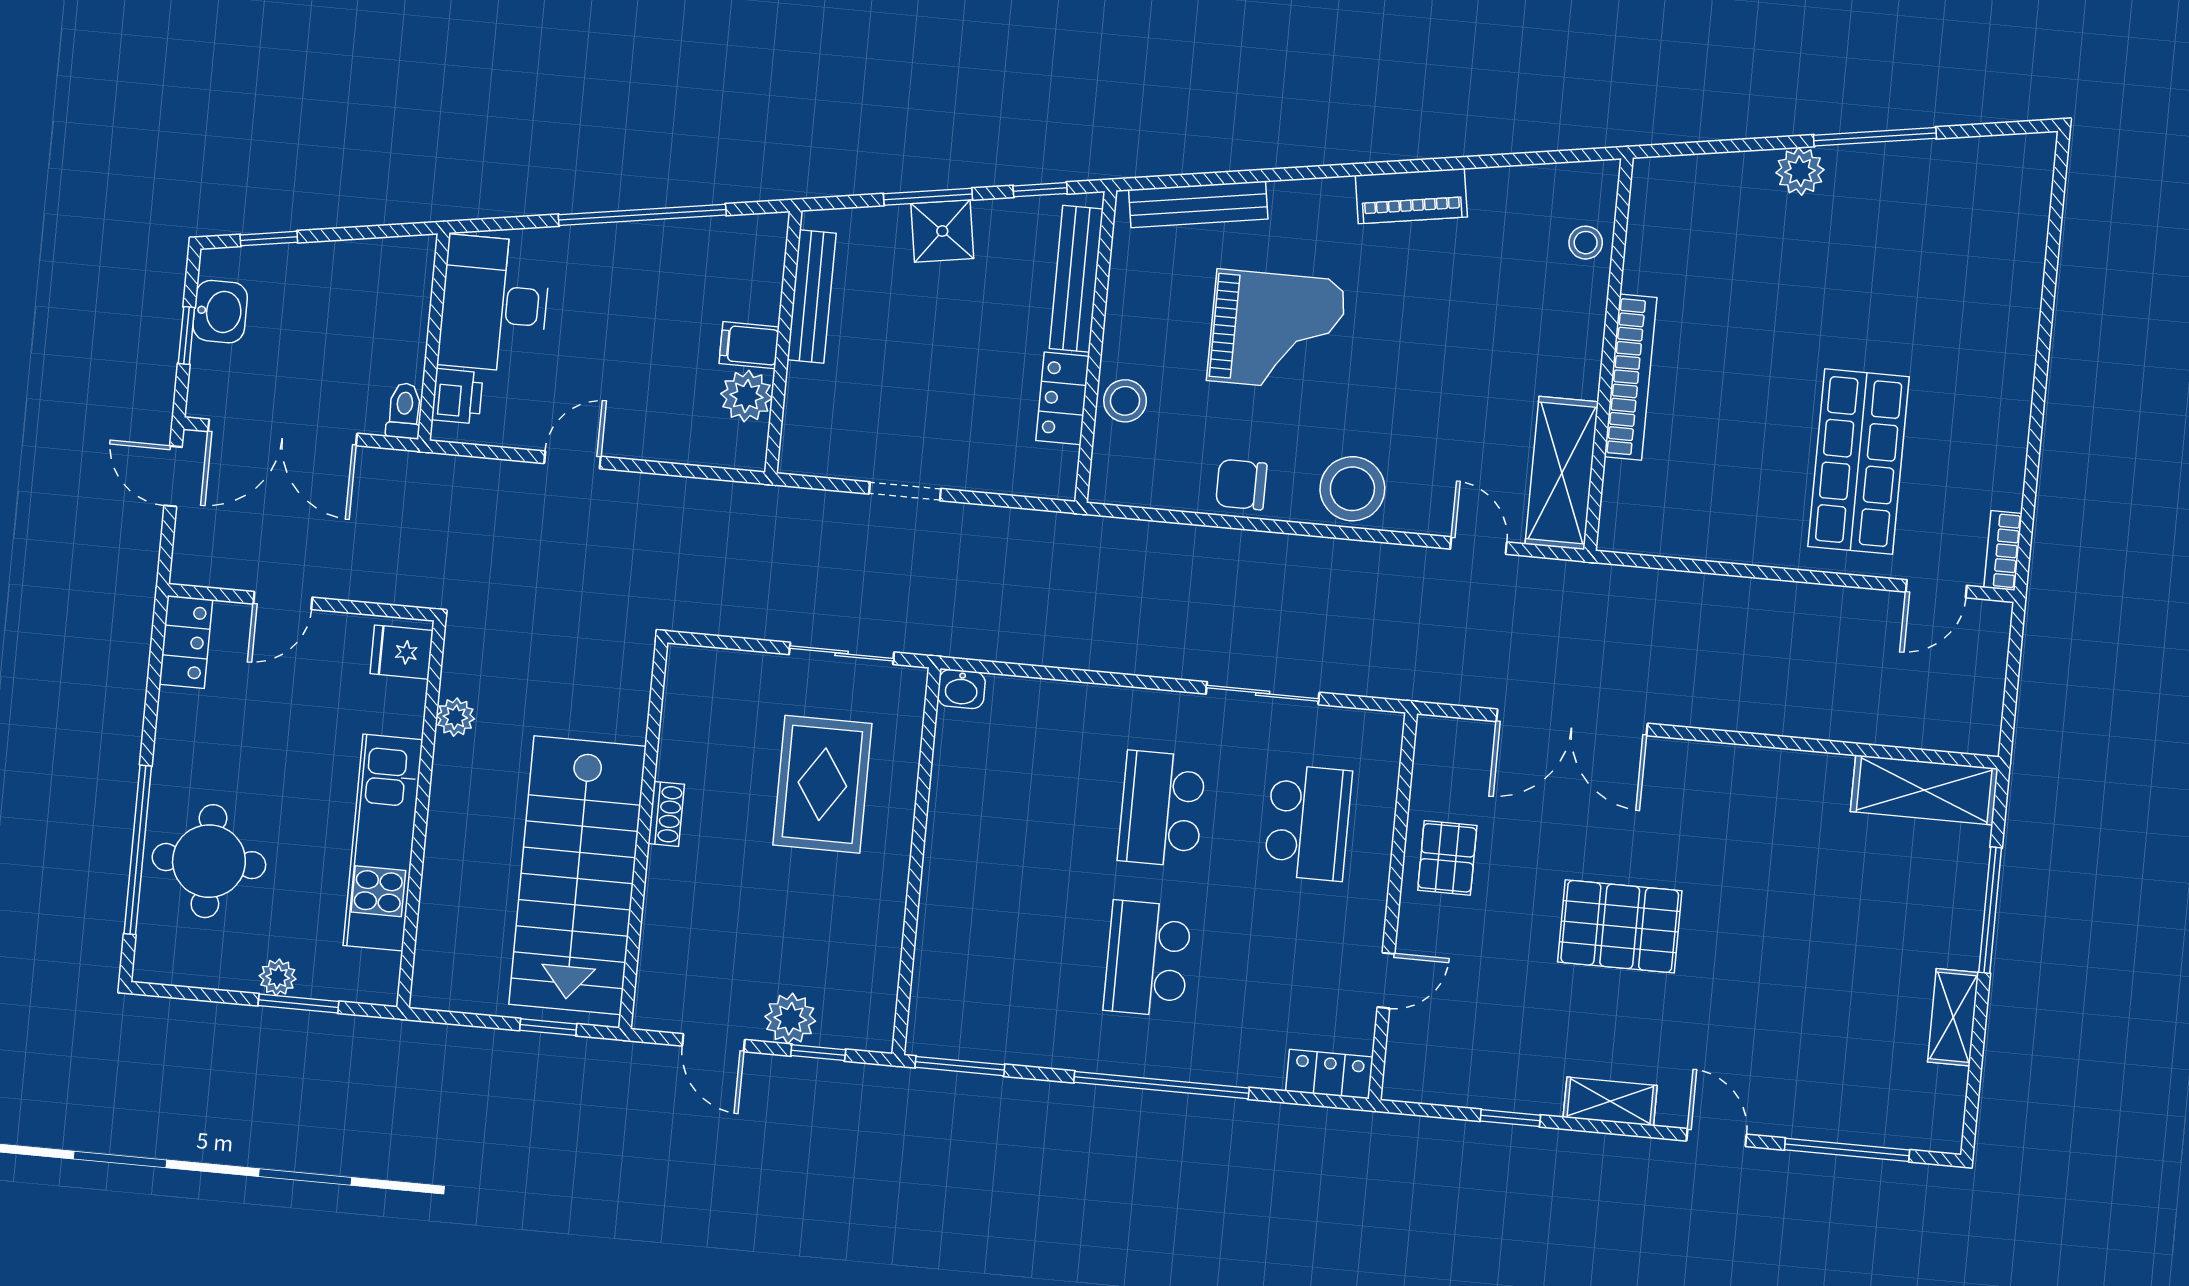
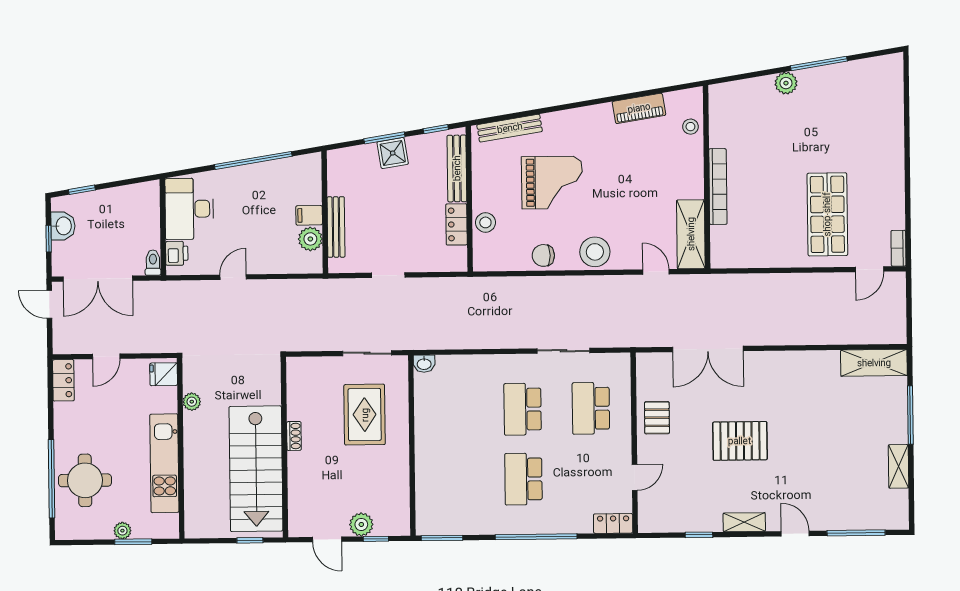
piano: (1411, 196) -> (639, 108), moved
bench: (812, 296) -> (336, 227), moved
school desk: (1308, 823) -> (591, 408), turned 180

